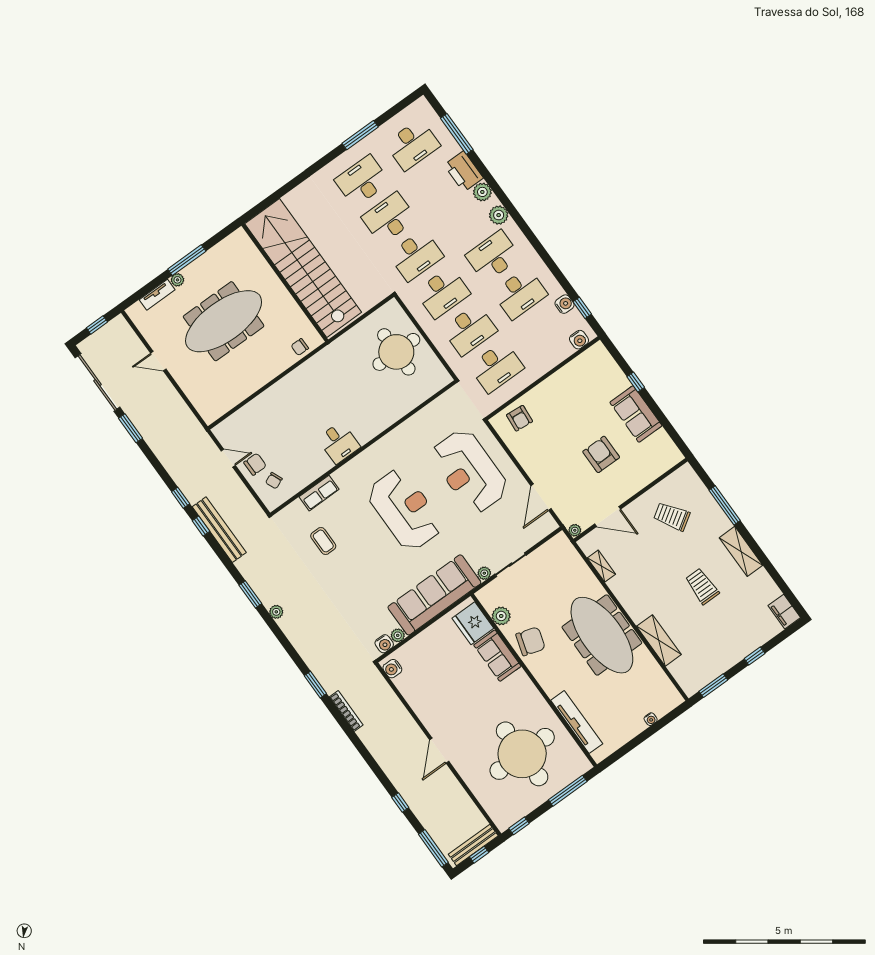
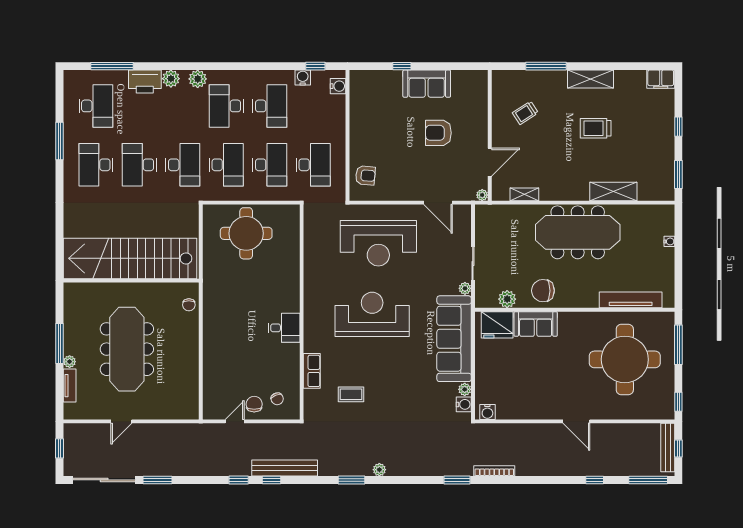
trolley: (672, 516) -> (525, 113), width x0.73, depth x0.72
chair: (531, 641) -> (543, 291), turned -107

